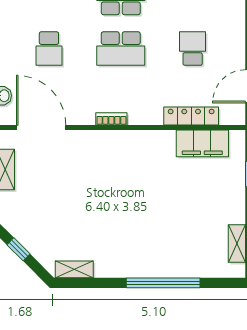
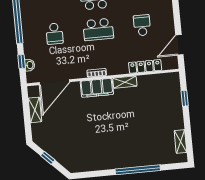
door: (41, 127) -> (54, 82), swing flipped
filing cabinet: (202, 143) -> (97, 88), moved
shelving: (74, 269) -> (125, 82), moved

